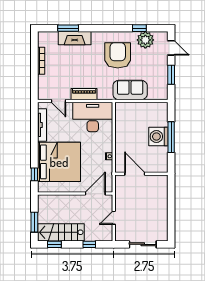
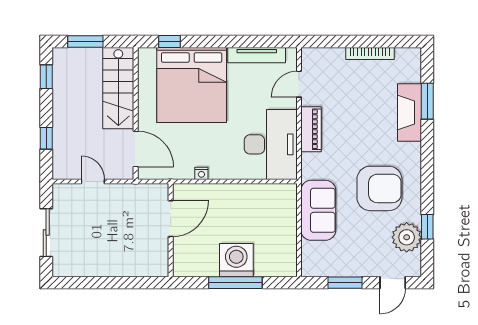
stairs: (61, 232) -> (118, 88), moved, turned 180

